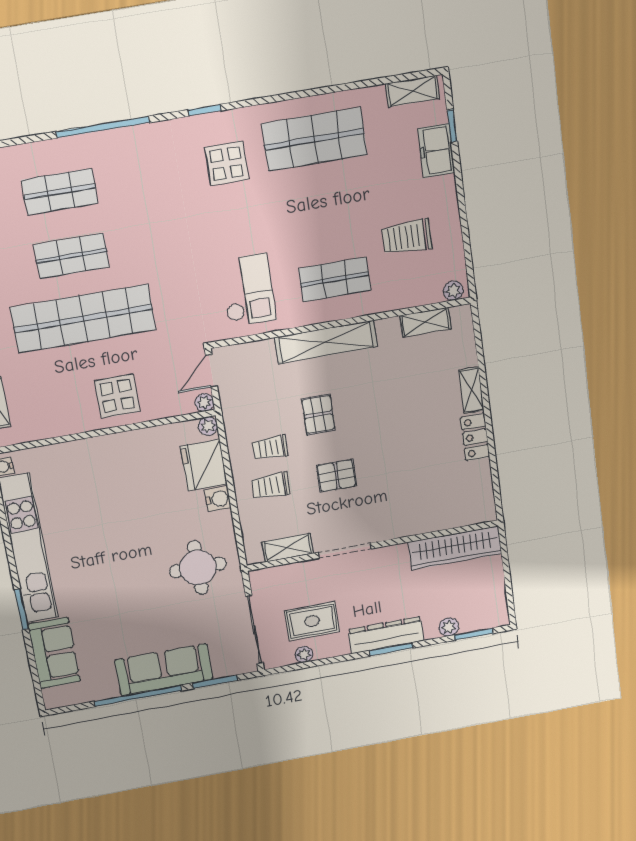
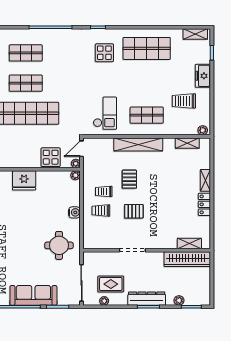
freezer: (436, 151) -> (203, 76), moved
display table: (117, 396) -> (51, 157), moved
fridge: (204, 465) -> (24, 180), moved, turned -90
shelving: (288, 548) -> (189, 244), moved

